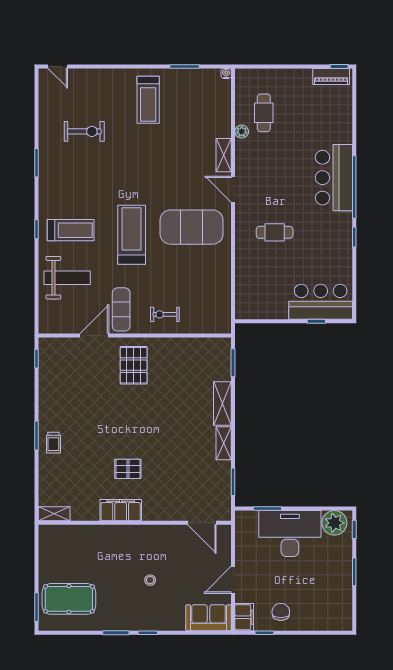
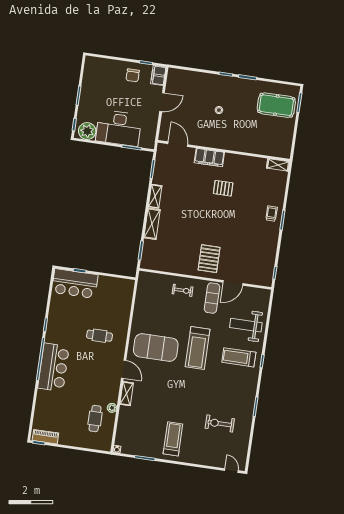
filing cabinet: (121, 510) -> (209, 158), moved
sofa: (209, 618) -> (183, 78), removed

